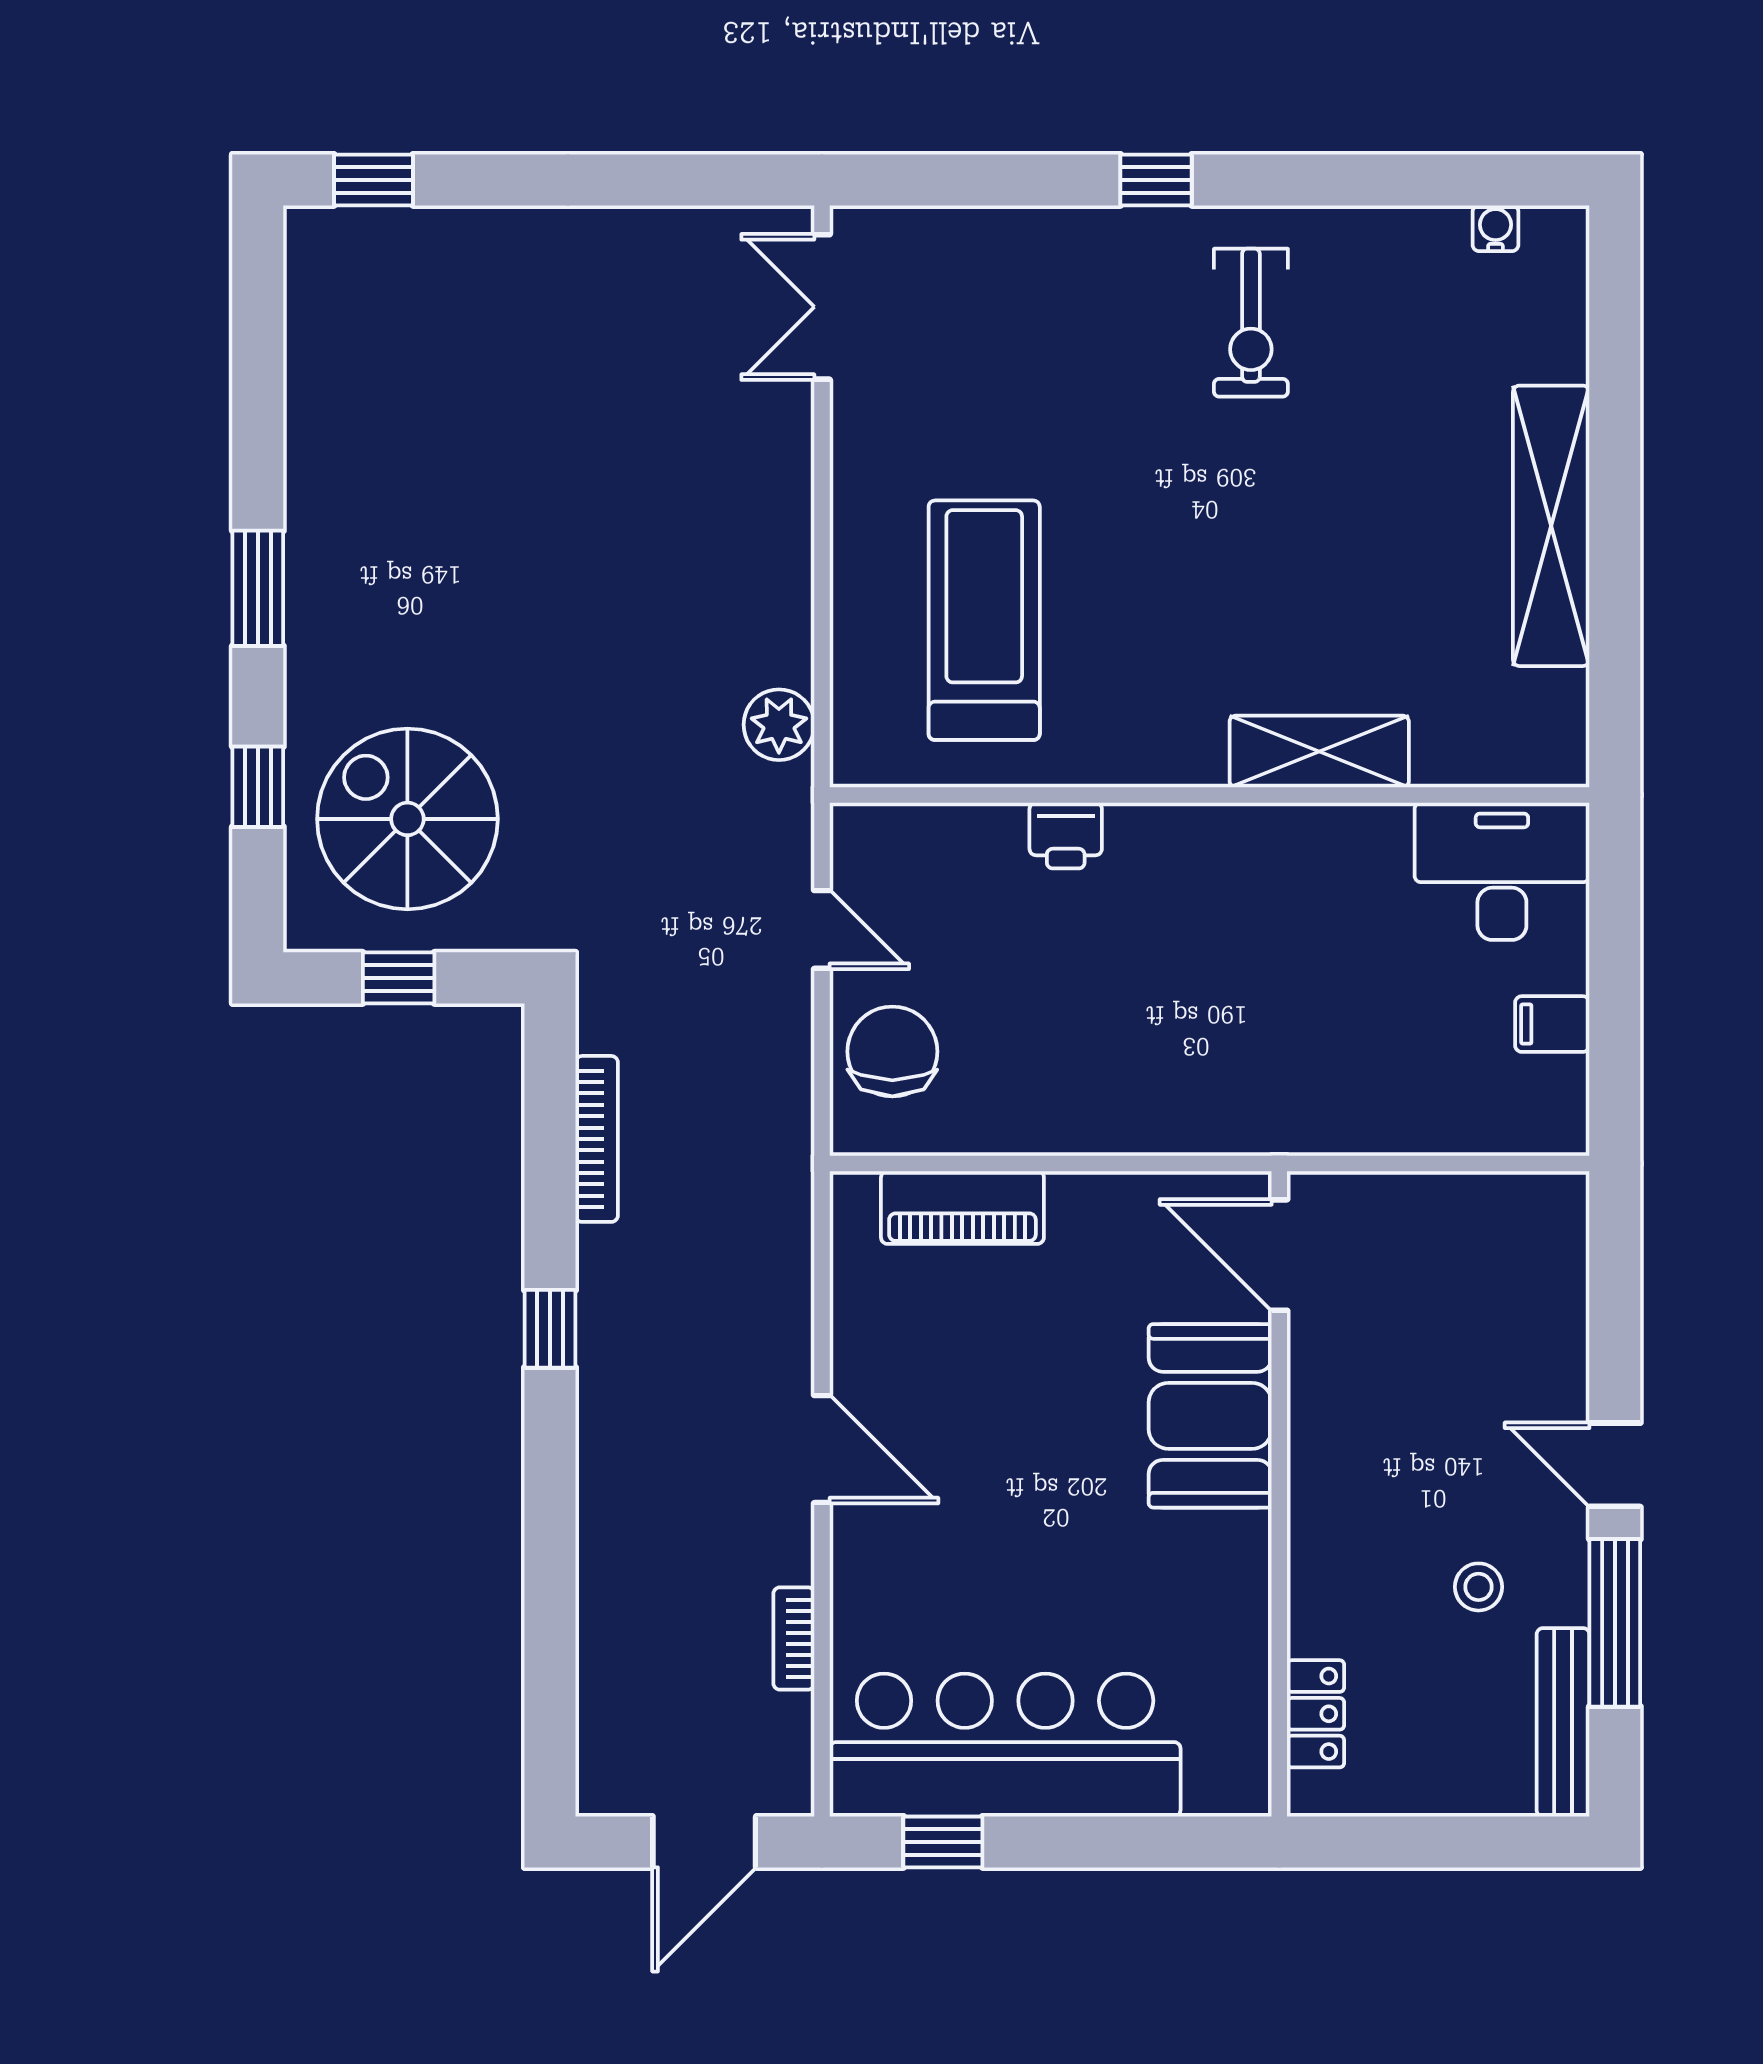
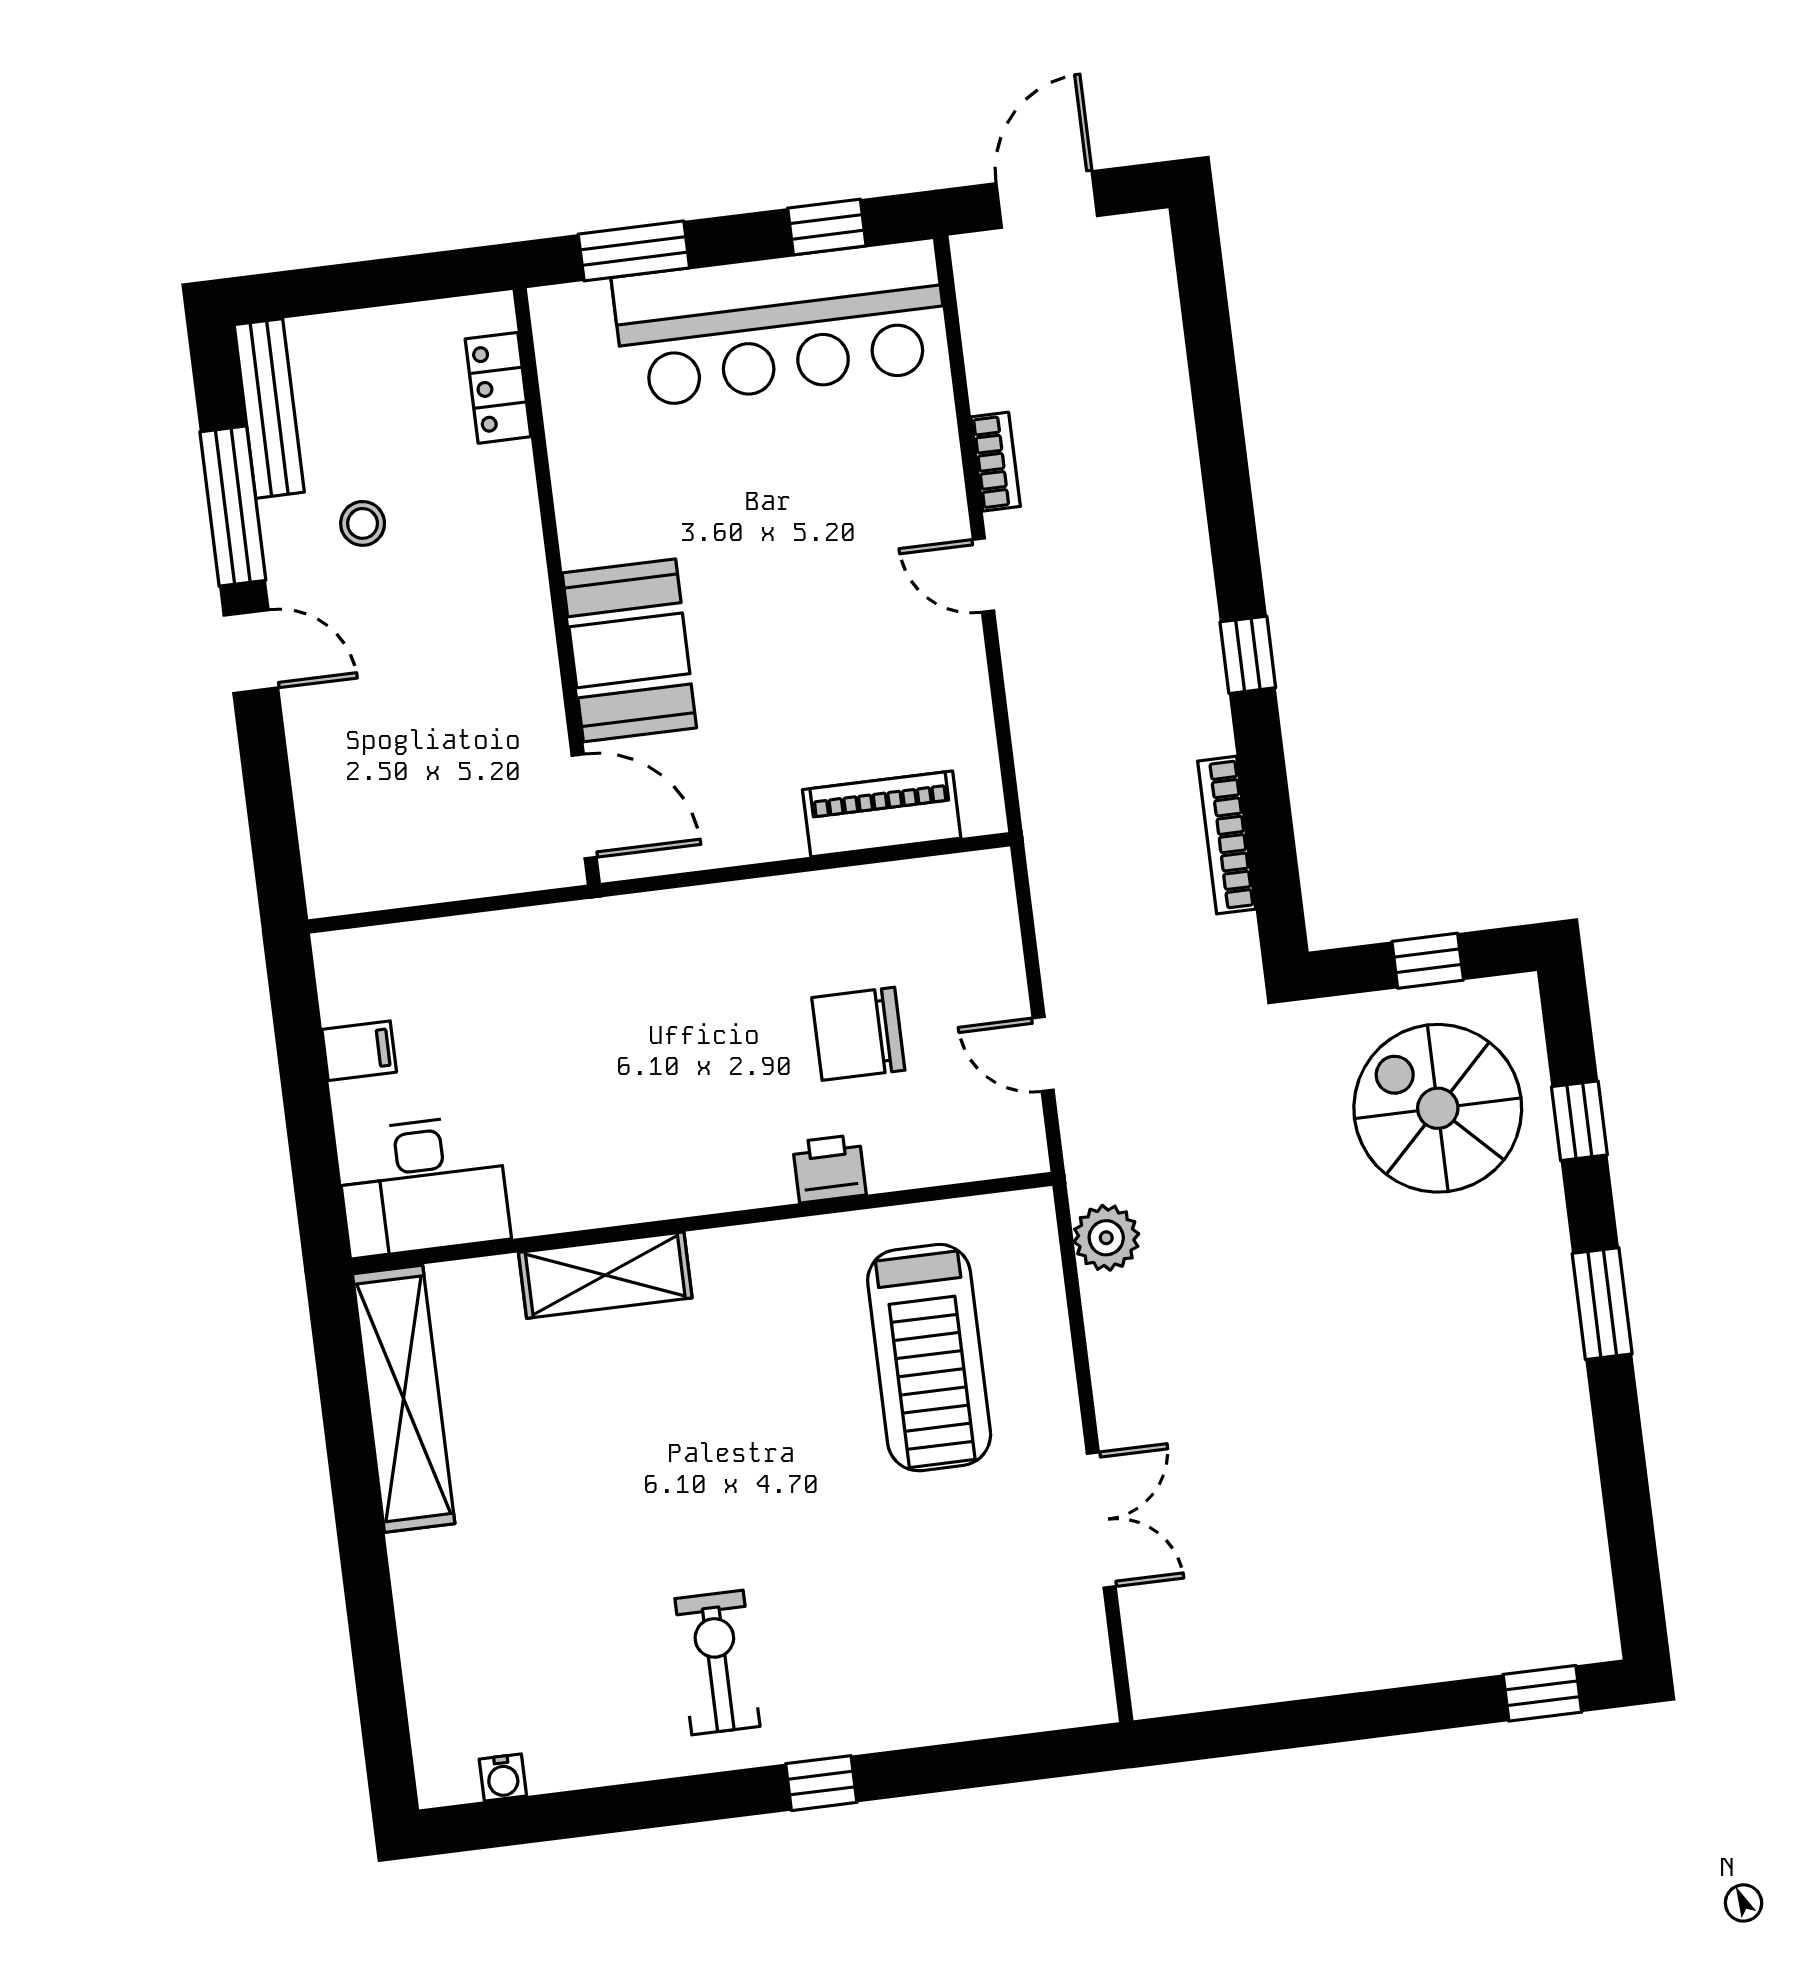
double door: (822, 307) -> (1101, 1520), moved
shelving: (1551, 526) -> (404, 1399), moved
spiral stairs: (407, 819) -> (1438, 1108), turned 180
chair: (892, 1051) -> (858, 1034), moved, turned 90
door: (822, 1449) -> (983, 575), width x0.73
bookcase: (794, 1638) -> (996, 462), moved
window: (1152, 1842) -> (634, 251), added

